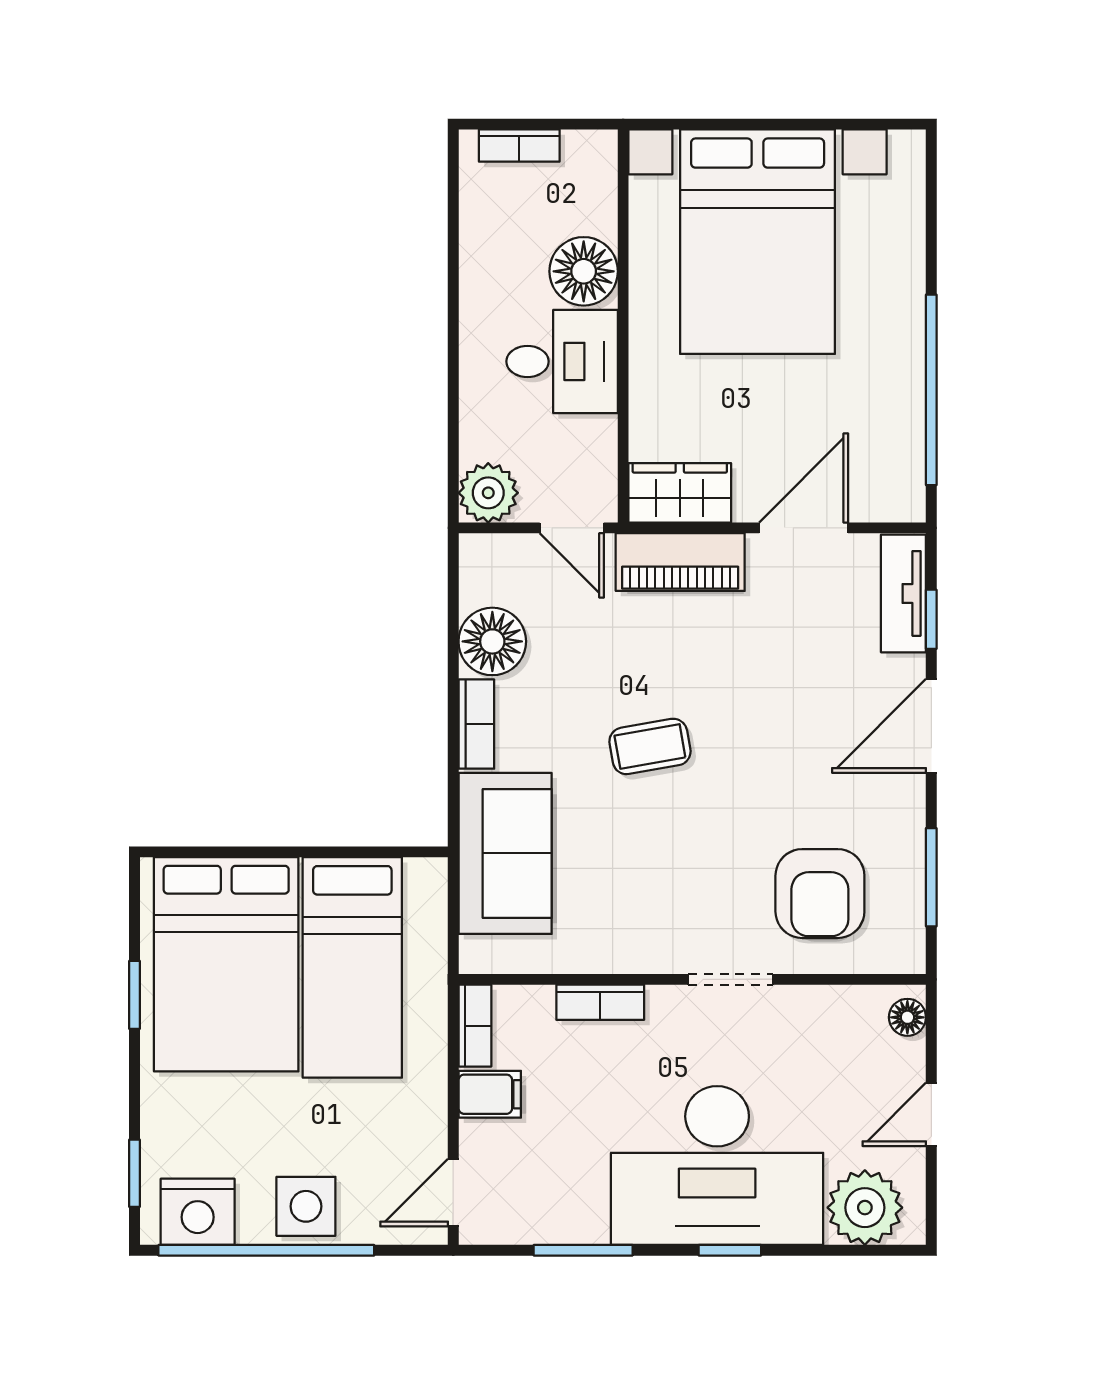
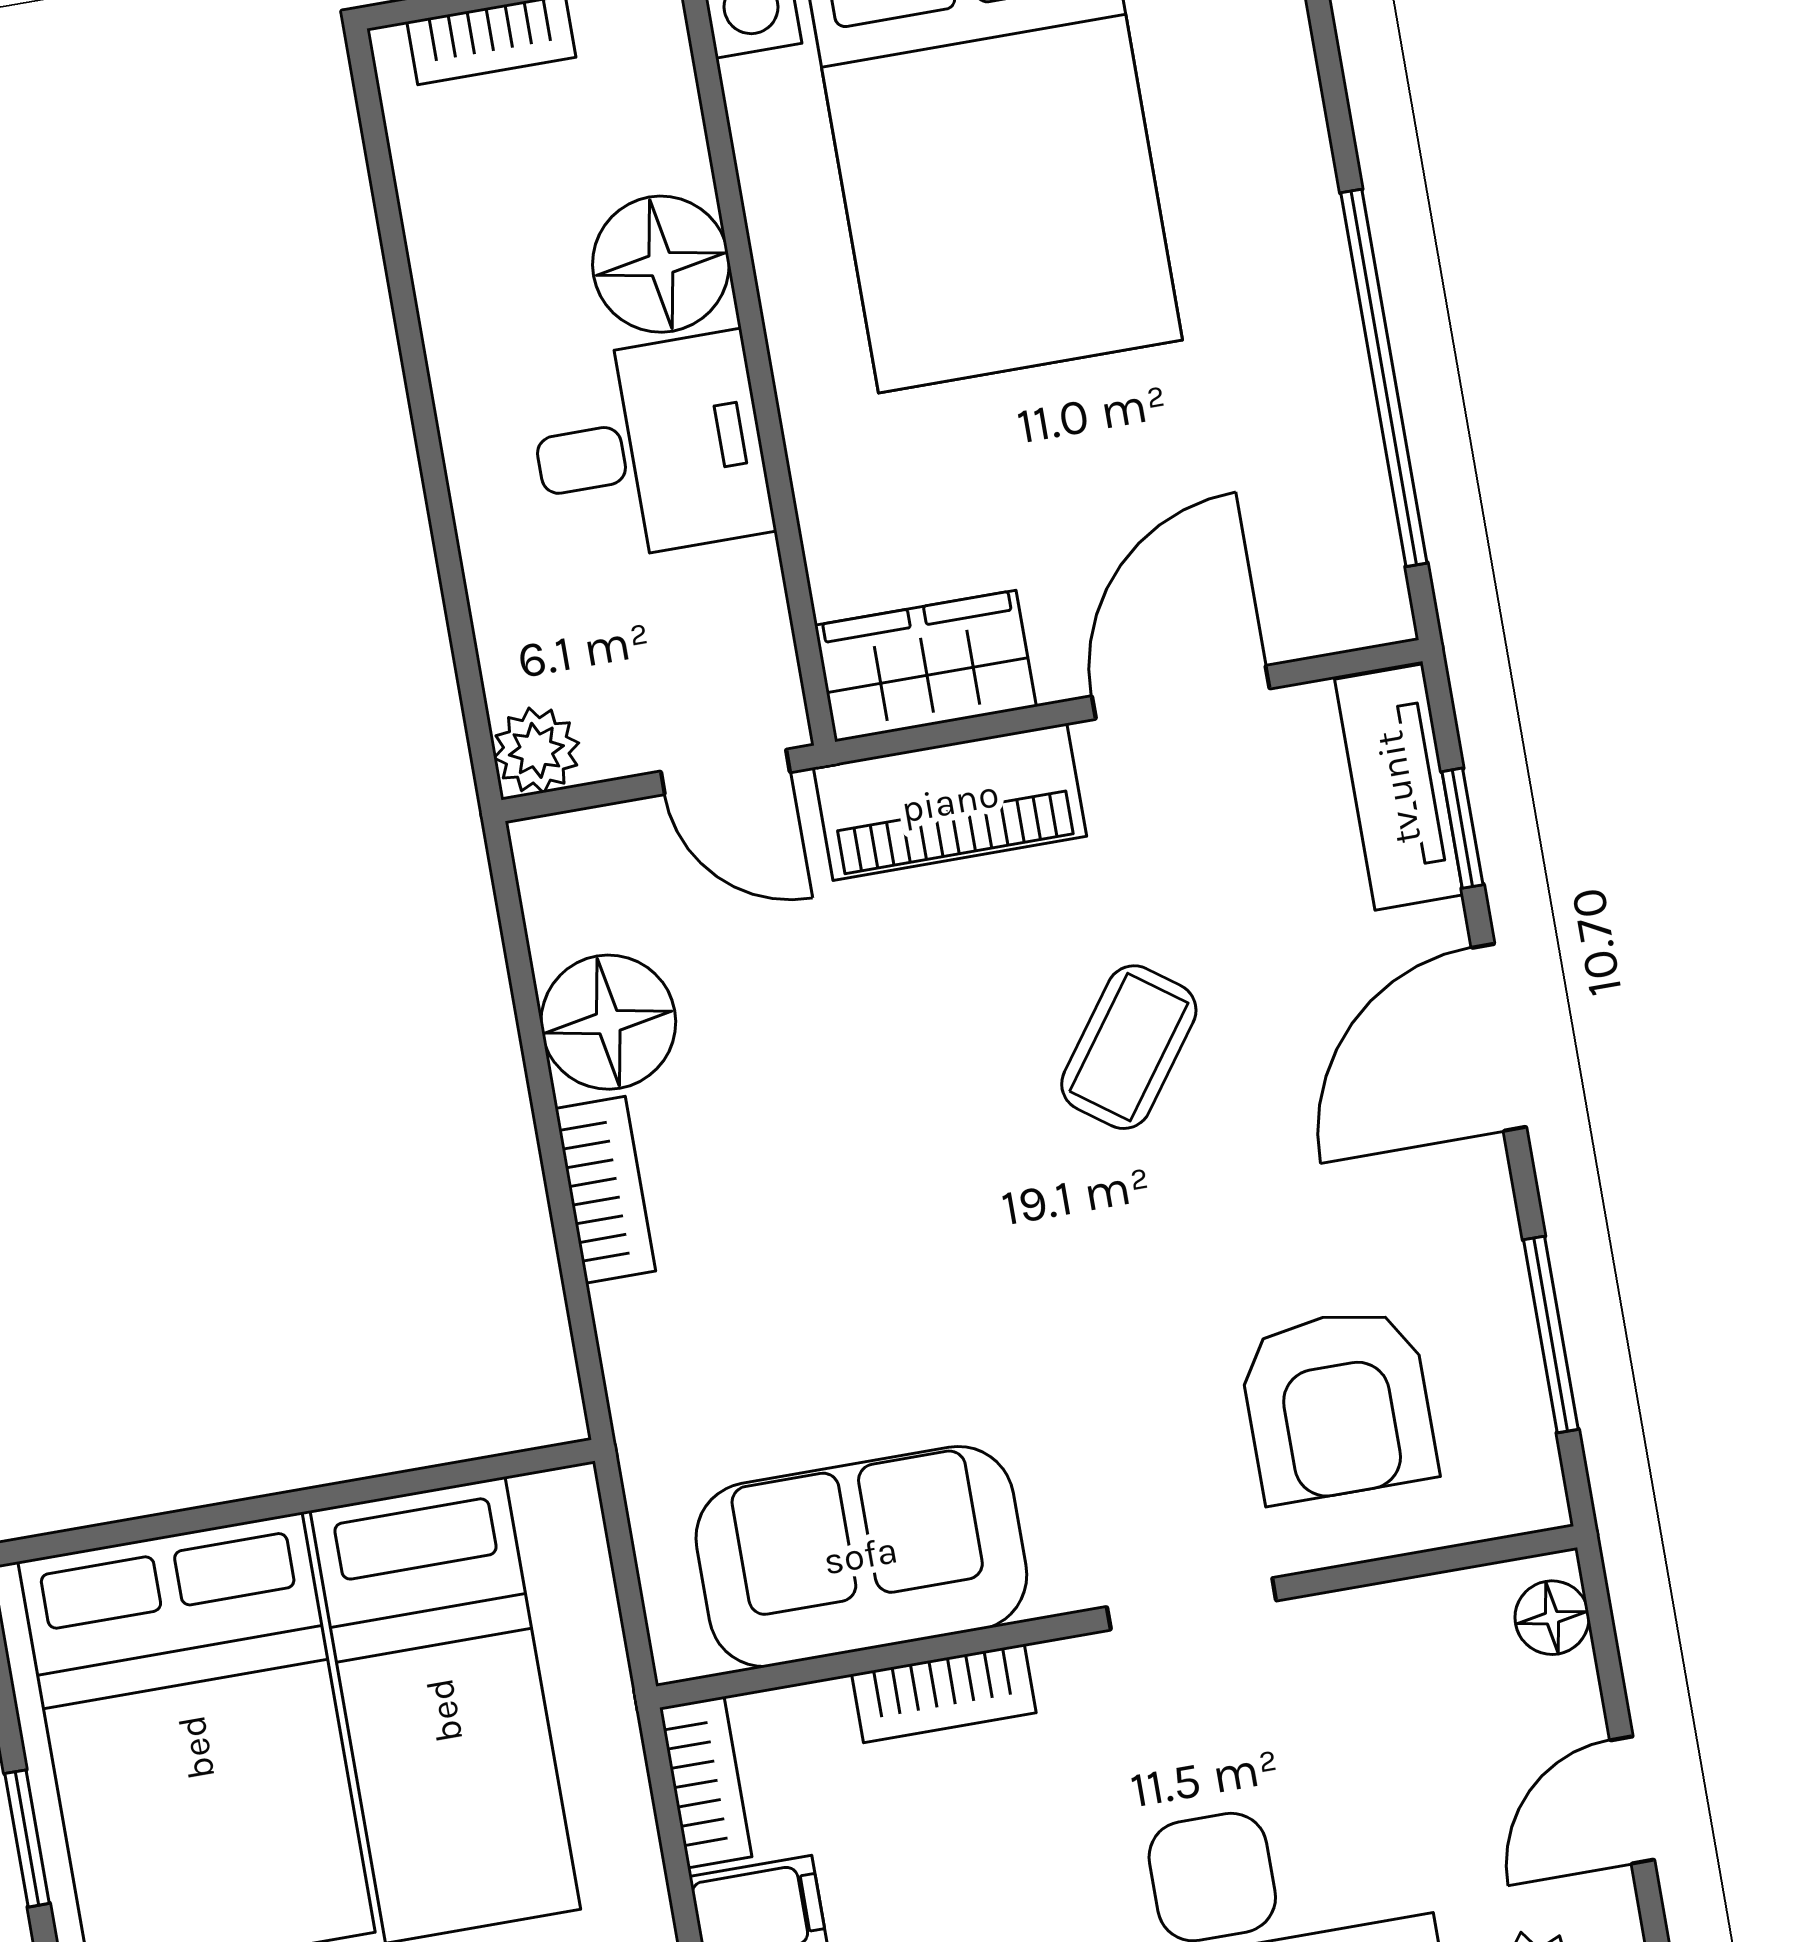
plant: (488, 493) -> (536, 750), width x0.73, depth x0.73
coffee table: (650, 746) -> (1129, 1047), moved, turned -44
sofa: (505, 853) -> (861, 1556), moved, turned -90

